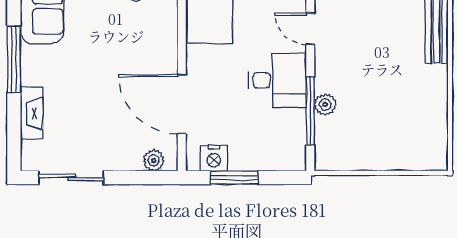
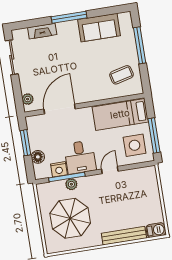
parasol: (388, 117) -> (70, 218), added
nightstand: (214, 158) -> (59, 169), moved, turned -90
floor lamp: (264, 159) -> (38, 157), added

